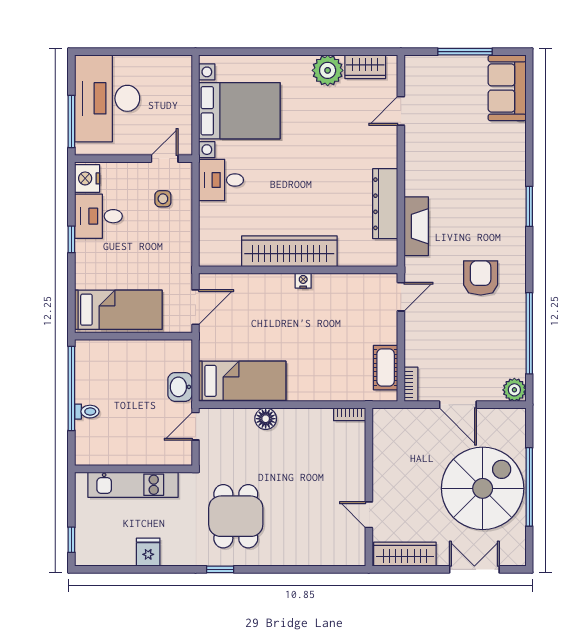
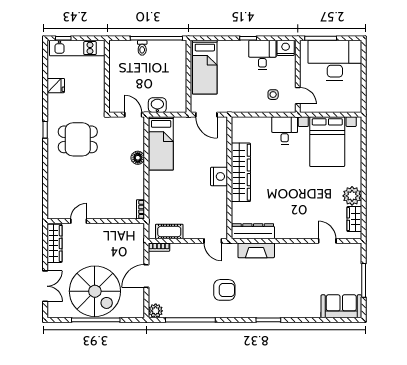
dresser: (385, 204) -> (253, 231), moved
nightstand: (303, 281) -> (219, 176), width x1.89, depth x1.79
kitchen unit: (133, 485) -> (77, 48), moved, turned -90

